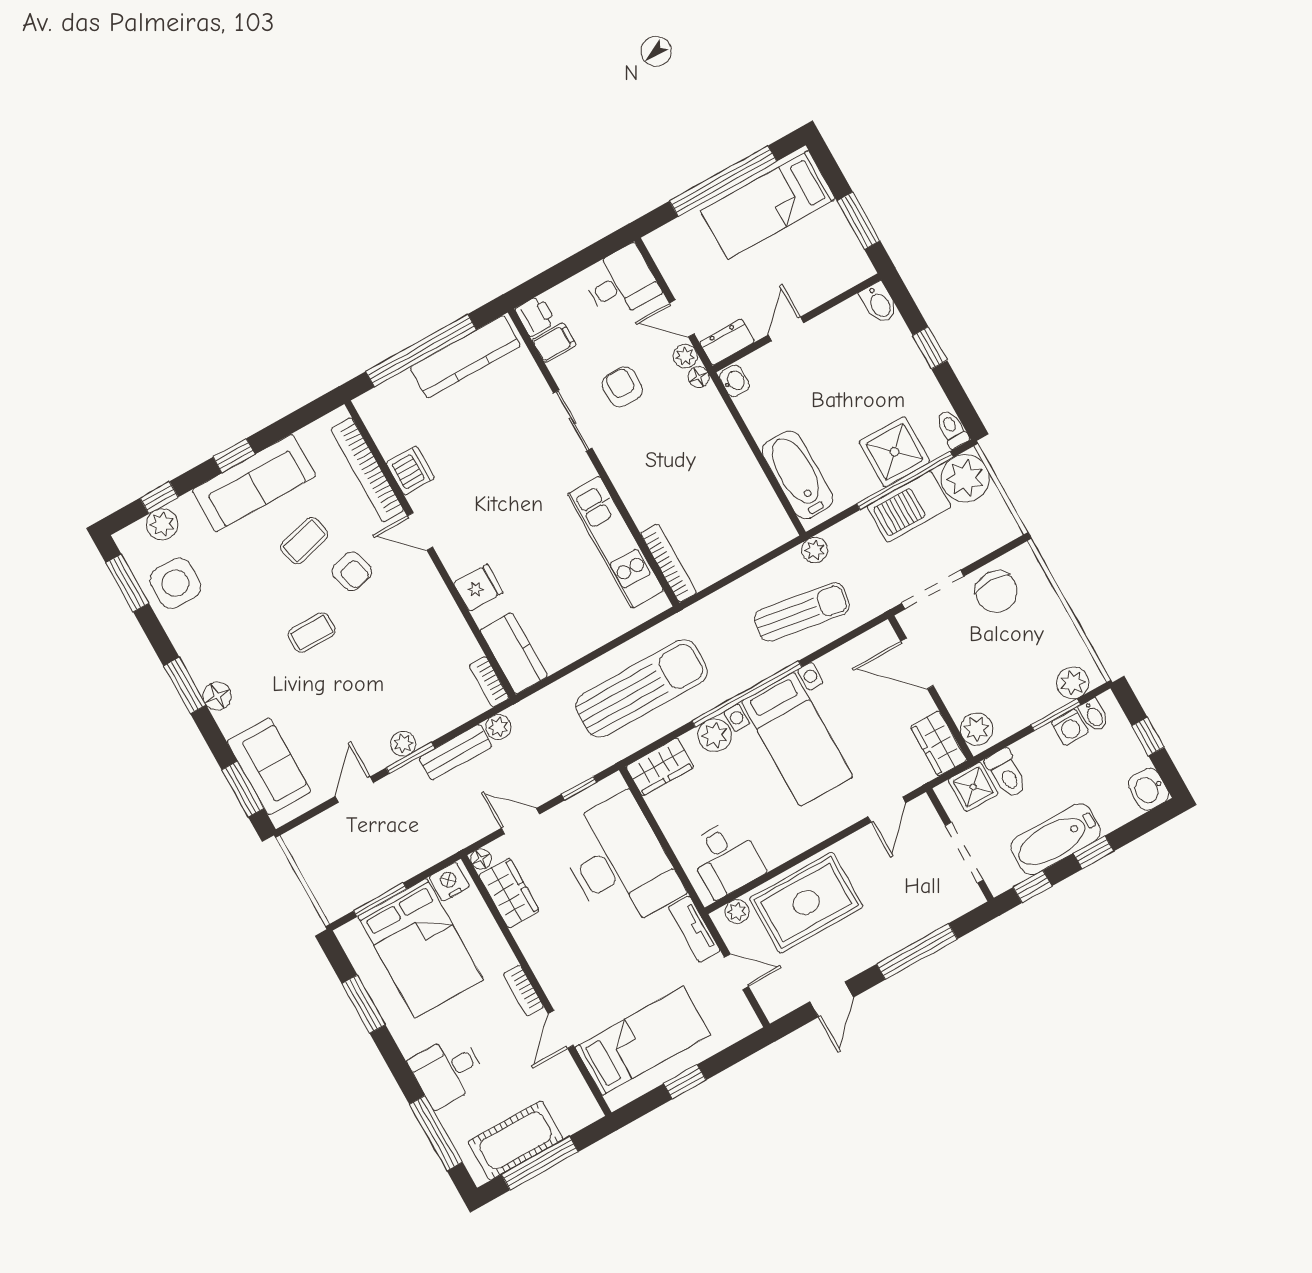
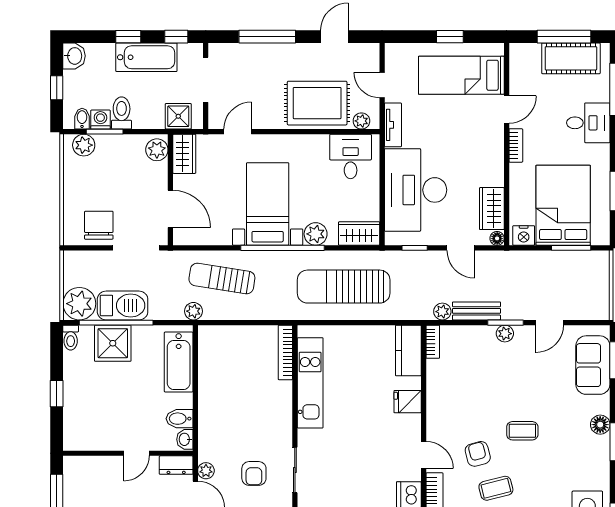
bidet: (879, 303) -> (180, 419), moved, turned -90
floor lamp: (699, 377) -> (205, 454), removed
toilet: (1006, 774) -> (122, 113), moved

